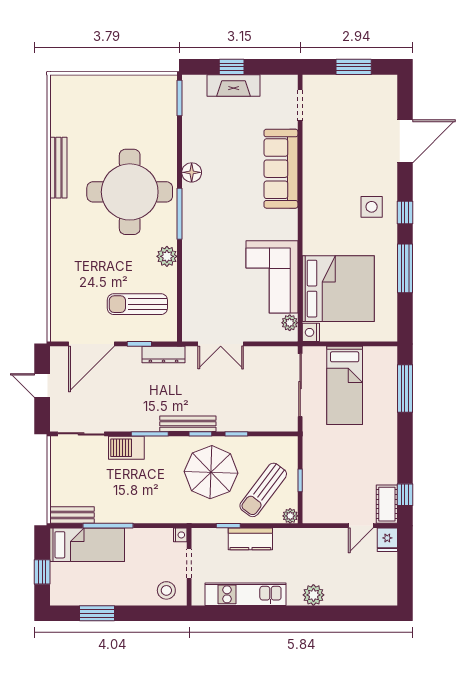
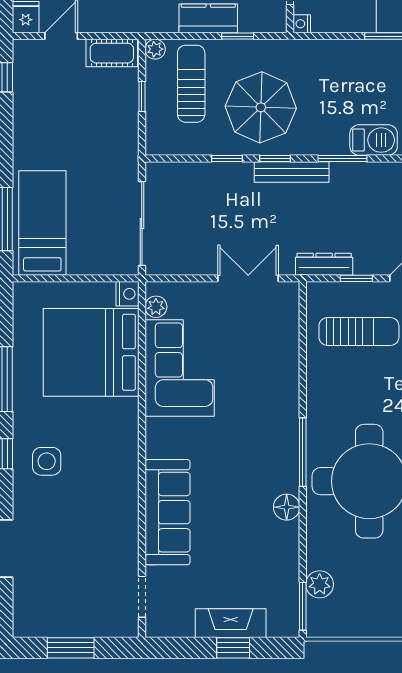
plant: (167, 256) -> (320, 584), moved
bed: (345, 385) -> (42, 223), moved
sun lounger: (263, 490) -> (191, 84), turned -37
cot: (387, 504) -> (112, 53), moved, turned 90

